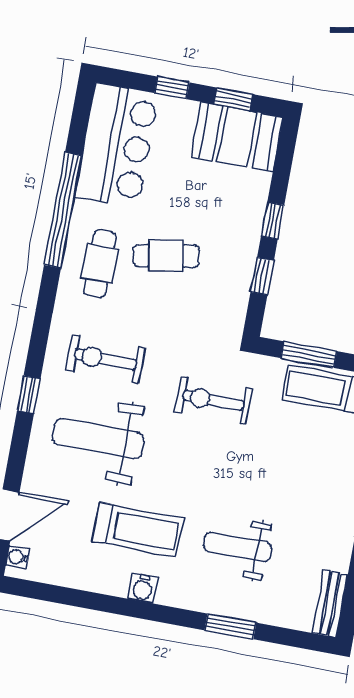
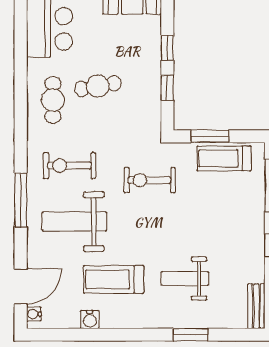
window: (63, 210) -> (21, 68), removed
window: (29, 395) -> (21, 200), width x2.17
treadmill: (138, 530) -> (114, 279), turned 180
water cooler: (143, 588) -> (90, 320), moved

